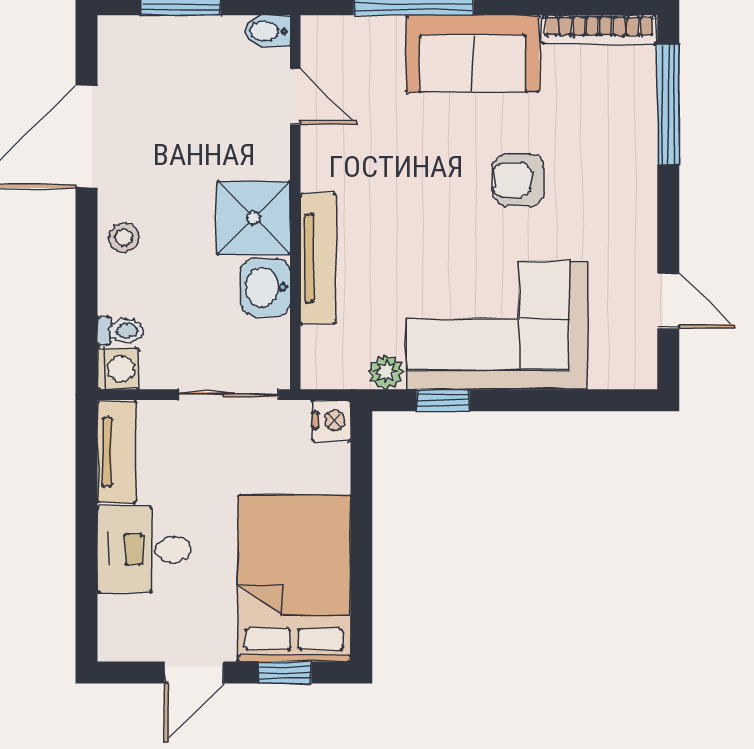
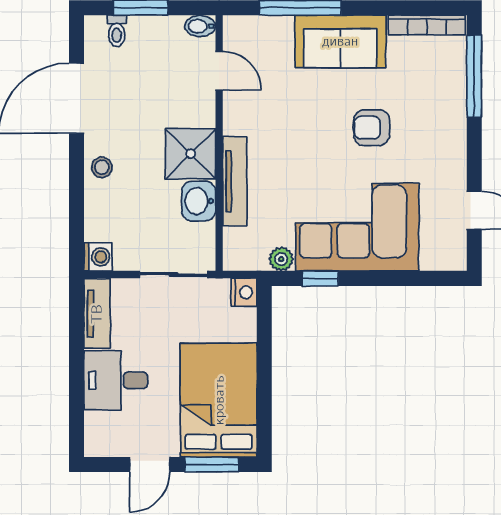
toilet: (120, 331) -> (117, 31), moved, turned 90
window: (285, 673) -> (212, 465), width x1.50

